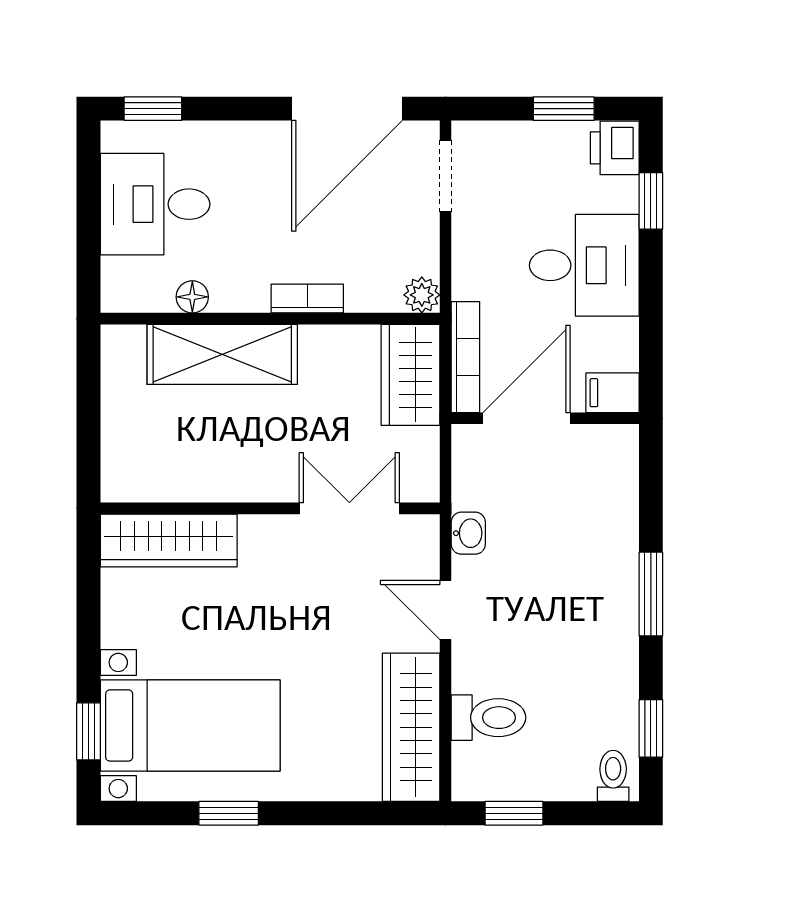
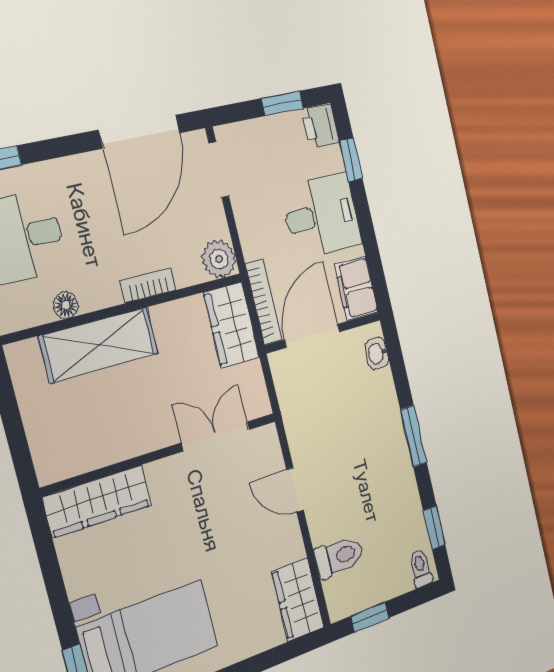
plant: (422, 295) -> (219, 259), width x1.38, depth x1.38
filing cabinet: (613, 393) -> (356, 288), width x2.00
washbasin: (468, 533) -> (377, 353), moved, turned 180
wardrobe: (411, 727) -> (298, 599), width x0.67

